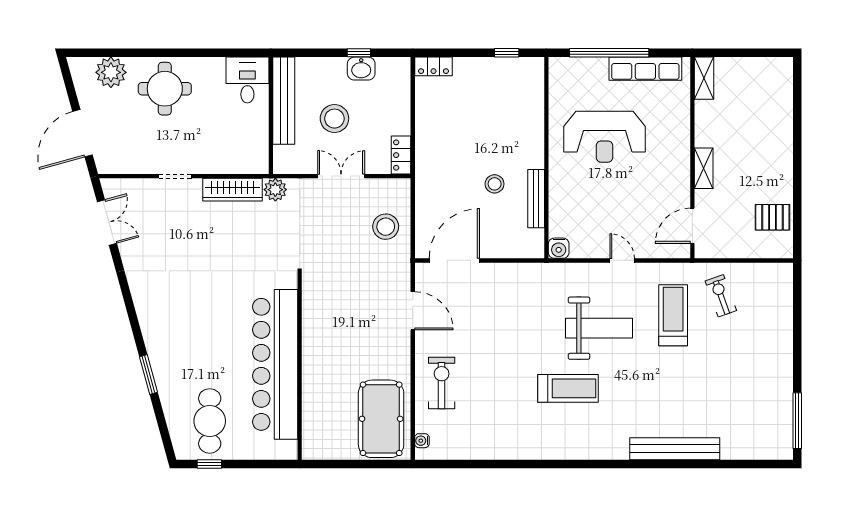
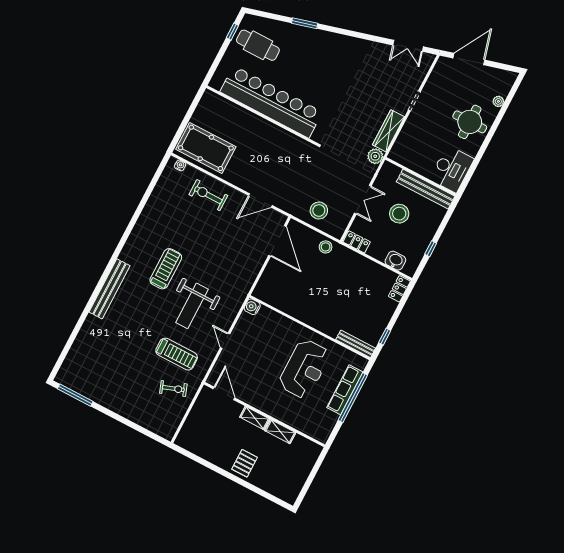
washbasin: (361, 69) -> (395, 261), moved, turned 90
row of seats: (645, 69) -> (345, 390), moved
plant: (111, 72) -> (498, 101), width x0.53, depth x0.53
shelving: (704, 78) -> (280, 432), moved
desk: (247, 80) -> (452, 169), width x1.37
door: (82, 133) -> (469, 59), hinge flipped
reception desk: (605, 137) -> (304, 369), turned 180
stool: (495, 184) -> (326, 247), moved
bench: (536, 199) -> (356, 344), moved
pallet: (772, 217) -> (245, 463), moved
door: (622, 260) -> (225, 341), swing flipped
exercise bike: (442, 383) -> (208, 195), turned 180
treadmill: (568, 388) -> (166, 269), turned 180
bench: (675, 449) -> (109, 289), moved

